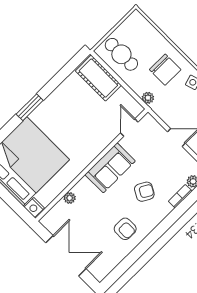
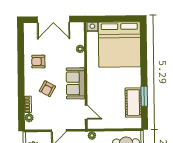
cot: (98, 78) -> (133, 103), moved, turned 90
window: (30, 107) -> (144, 96), moved

